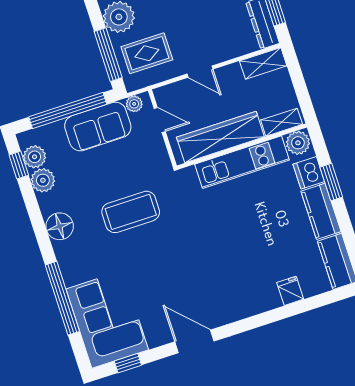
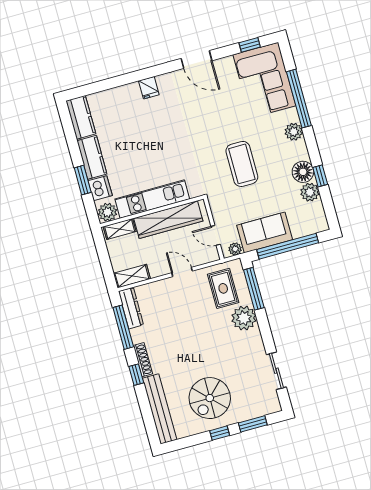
rug: (147, 53) -> (223, 288), turned 90
plant: (35, 157) -> (294, 132), moved
window: (19, 165) -> (320, 176), moved
coffee table: (131, 212) -> (242, 164), turned 90
floor lamp: (60, 226) -> (303, 172), moved
fridge: (290, 291) -> (149, 88), moved

